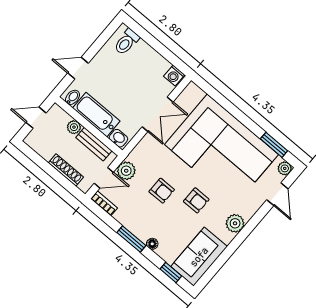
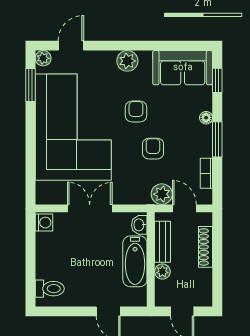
bidet: (73, 97) -> (138, 295), removed
bookcase: (104, 203) -> (206, 173), moved

